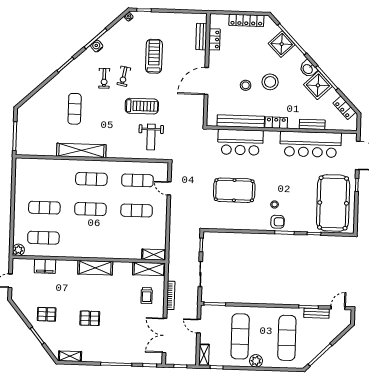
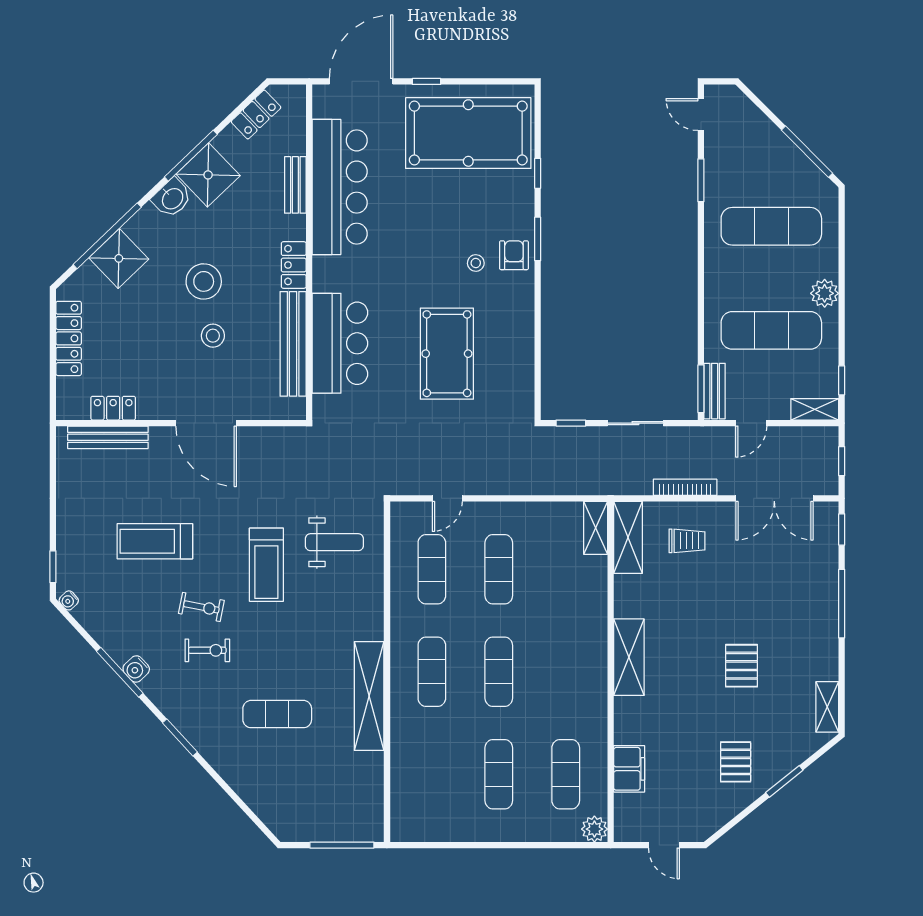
bench: (201, 37) -> (108, 437), width x1.36
treadmill: (142, 106) -> (266, 565), turned 180
bench: (316, 313) -> (715, 391), moved

